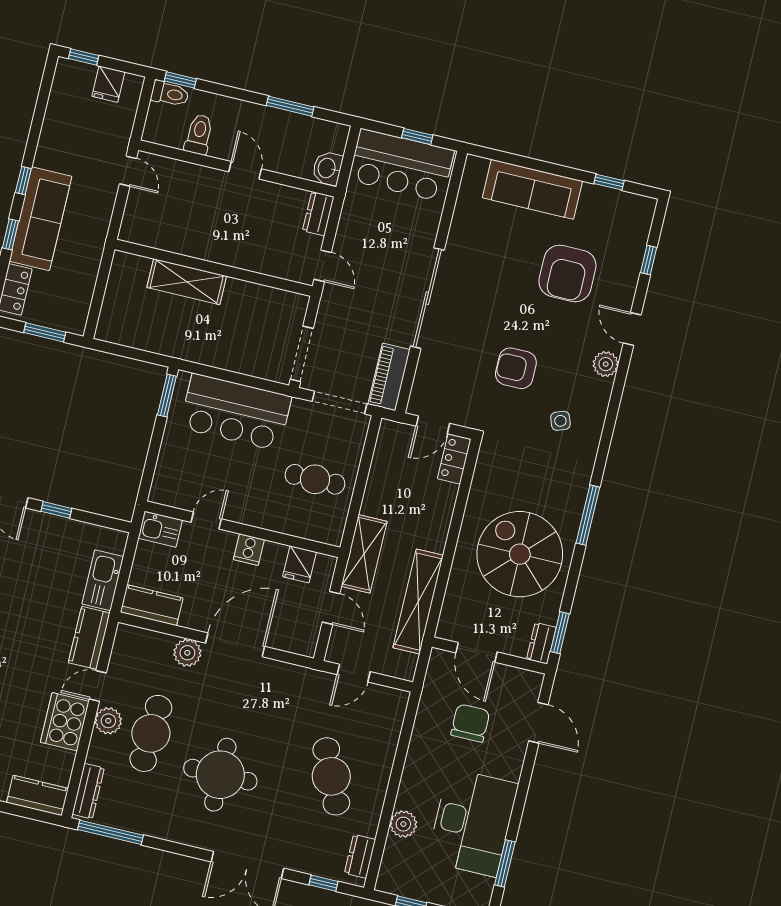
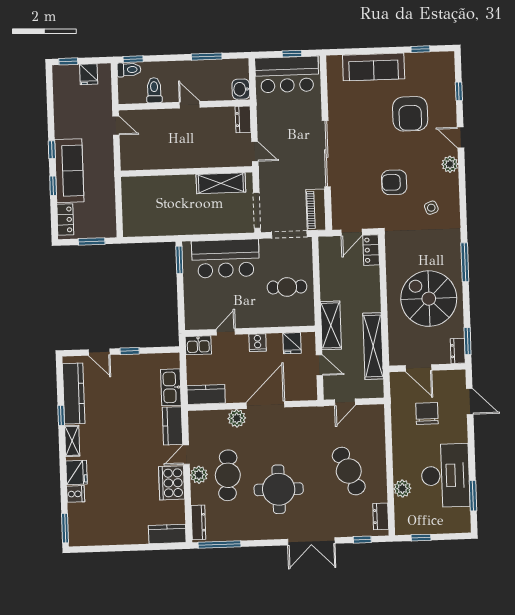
shelving: (187, 282) -> (221, 183), moved

